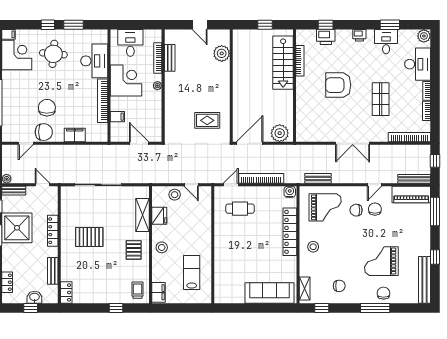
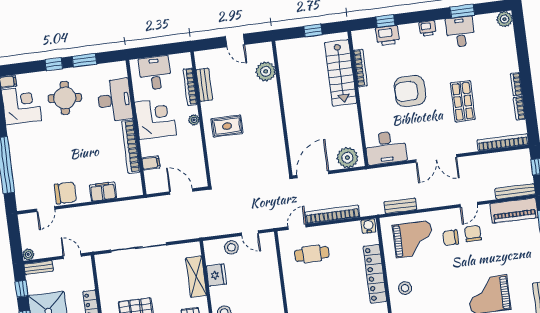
desk: (418, 64) -> (386, 148), moved, turned 90
chair: (47, 108) -> (65, 163), removed
rug: (207, 120) -> (227, 126), moved

